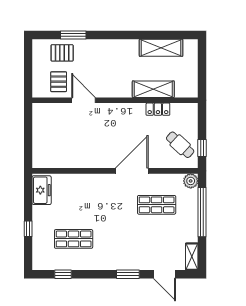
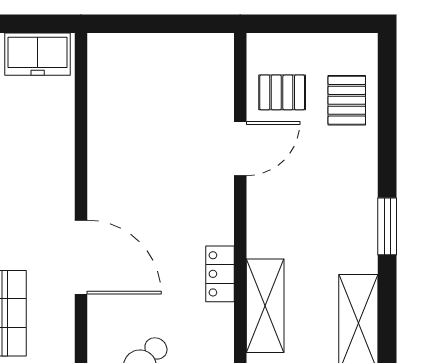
window: (73, 35) -> (387, 226), moved
locker: (158, 109) -> (220, 274), moved

